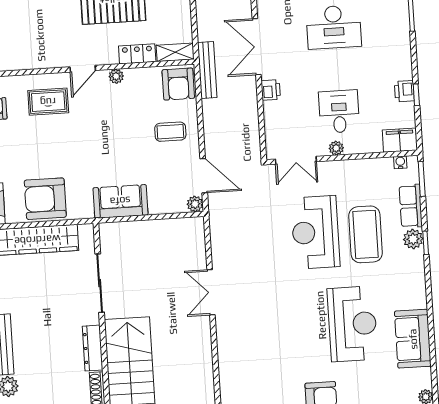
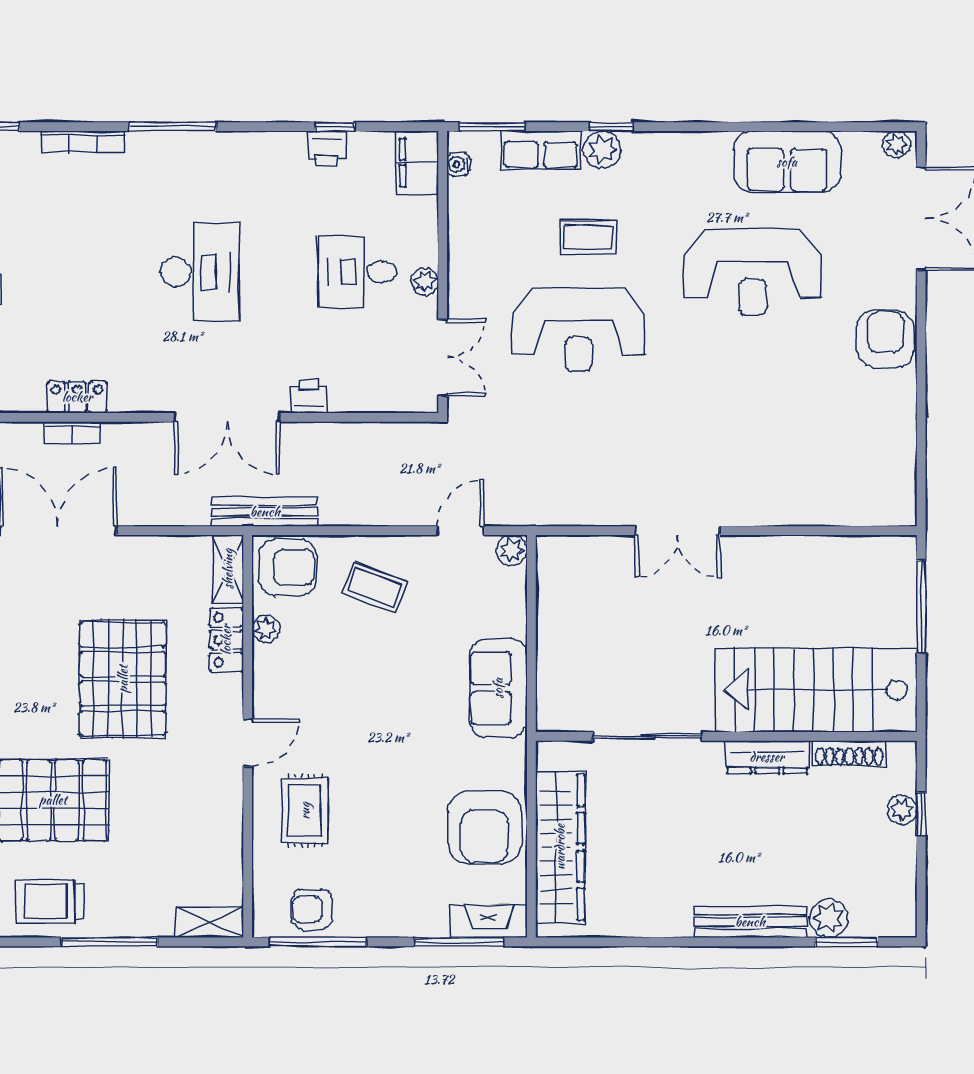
door: (83, 69) -> (248, 743), hinge flipped
plant: (116, 76) -> (266, 629), moved
coffee table: (170, 132) -> (375, 587), turned -71
door: (204, 176) -> (460, 531), width x0.73
coffee table: (365, 234) -> (588, 237), width x0.54, depth x0.58
reception desk: (352, 324) -> (753, 272), turned 180

